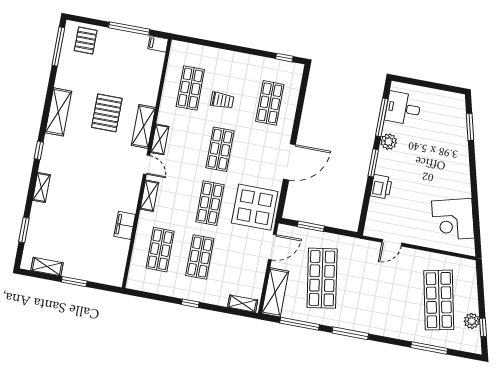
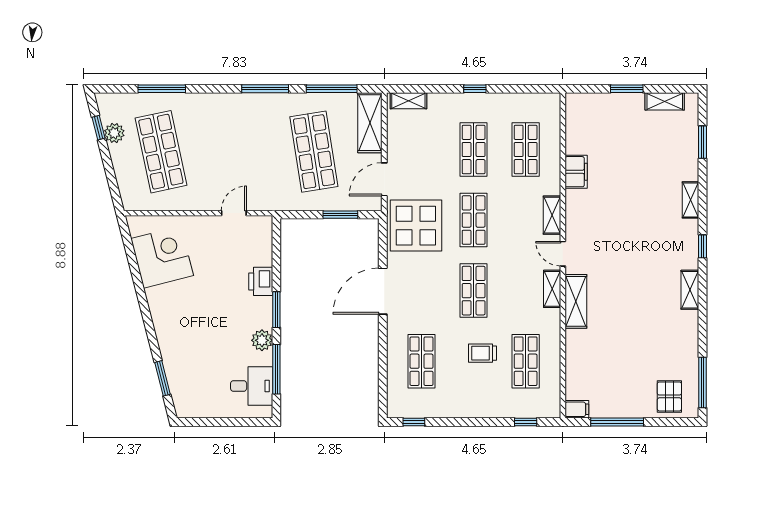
window: (199, 42) -> (526, 422), added
shelving: (58, 112) -> (690, 290), width x0.67, depth x0.75
pallet: (107, 113) -> (625, 310), removed

